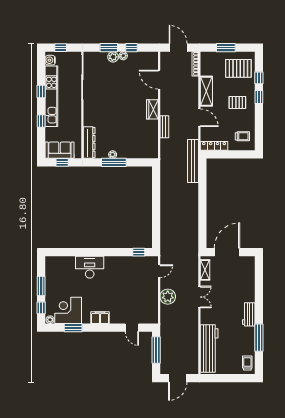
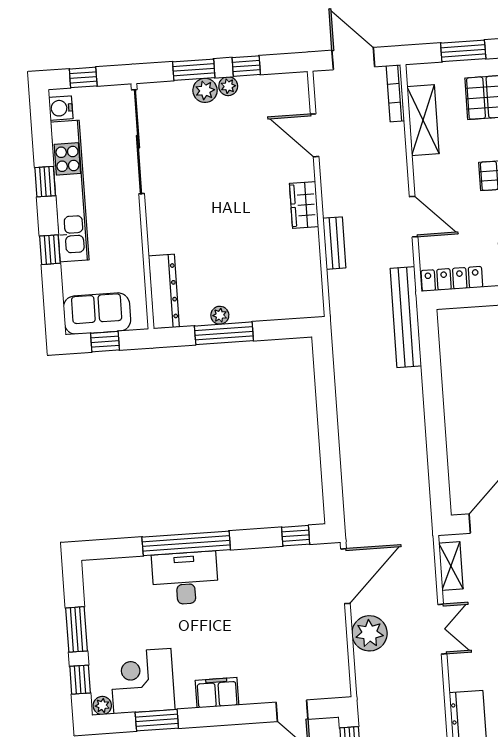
shelving: (206, 91) -> (423, 120), moved
window: (91, 252) -> (186, 543), added
door: (159, 271) -> (345, 576), width x1.88

